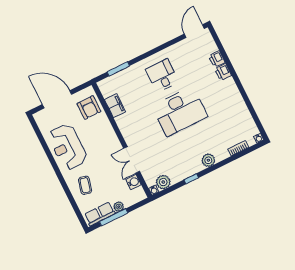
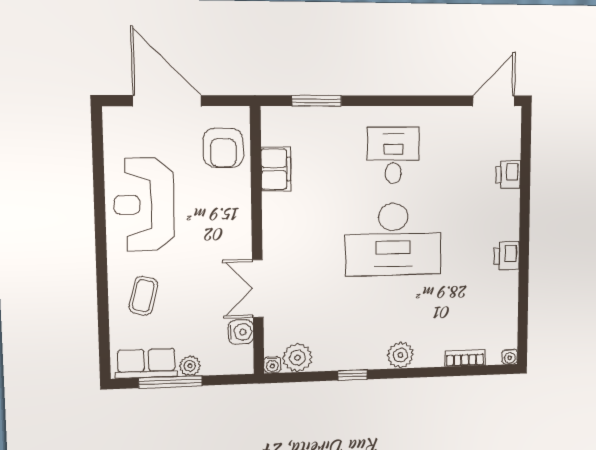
printer: (223, 72) -> (507, 256), moved

